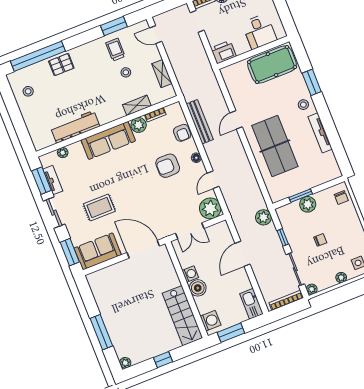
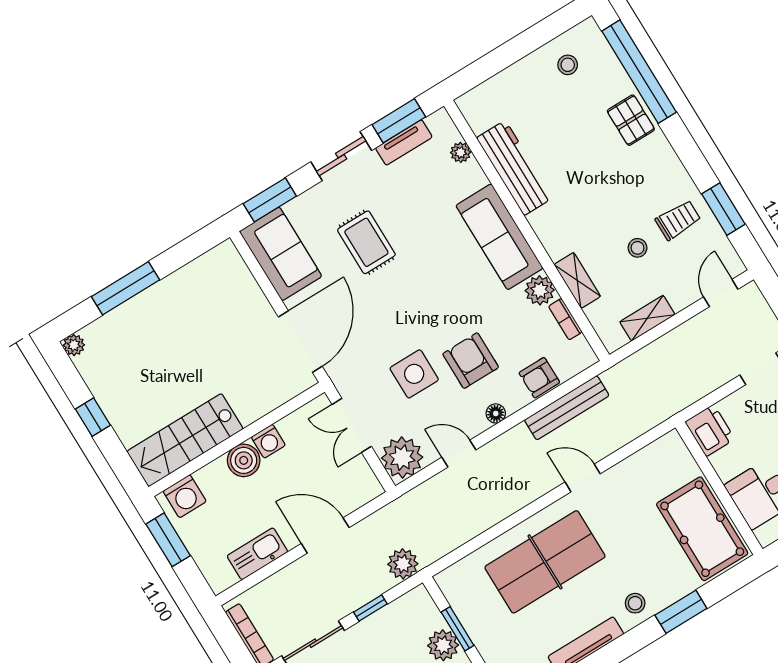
side table: (169, 195) -> (414, 374), added
kitchen sink: (251, 304) -> (257, 554), moved

